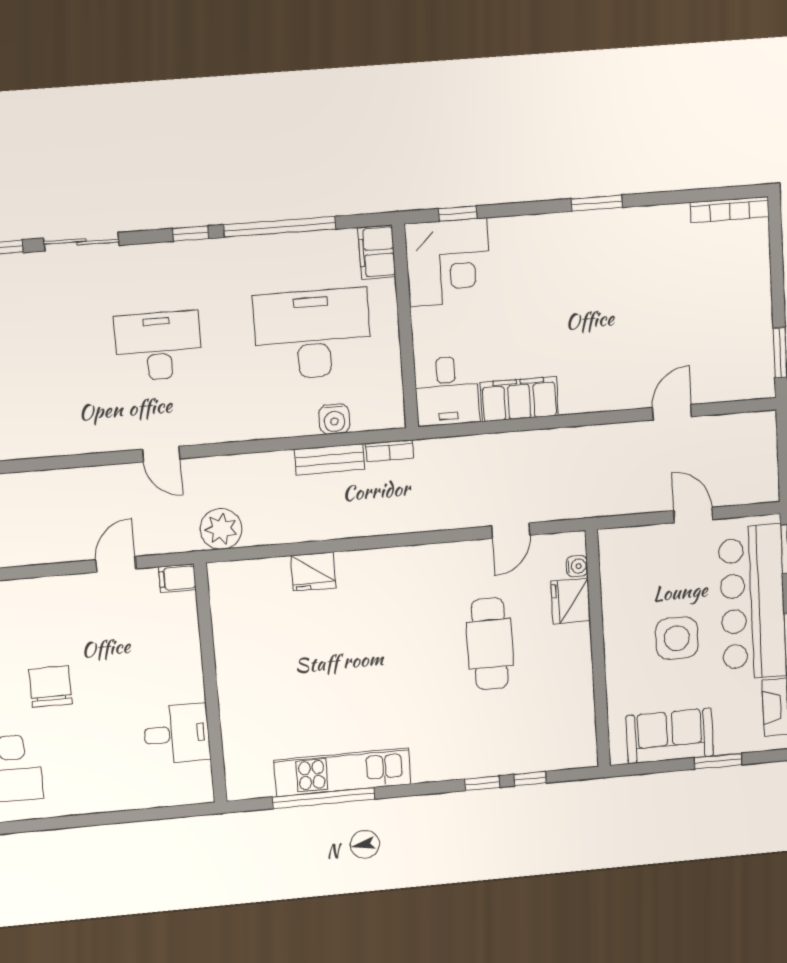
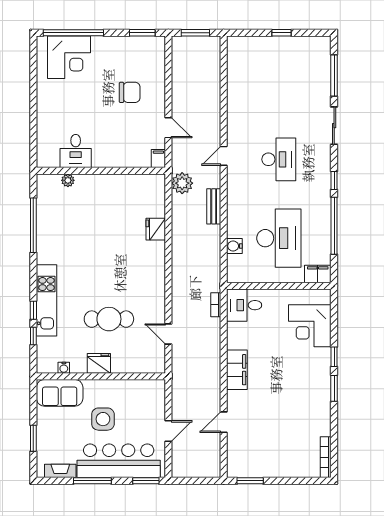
window: (458, 214) -> (334, 357), moved
corner desk: (448, 262) -> (310, 326), moved
filing cabinet: (519, 399) -> (237, 370), moved
door: (672, 412) -> (224, 422), swing flipped
bookcase: (389, 451) -> (216, 305), moved
bench: (330, 459) -> (214, 206), moved
water cooler: (577, 566) -> (64, 368), moved
fridge: (571, 601) -> (99, 363), moved
chair: (50, 687) -> (130, 92), moved
sofa: (670, 736) -> (60, 393), moved, turned 90
plant: (234, 743) -> (68, 180), added
kitchen unit: (343, 772) -> (47, 300), moved

